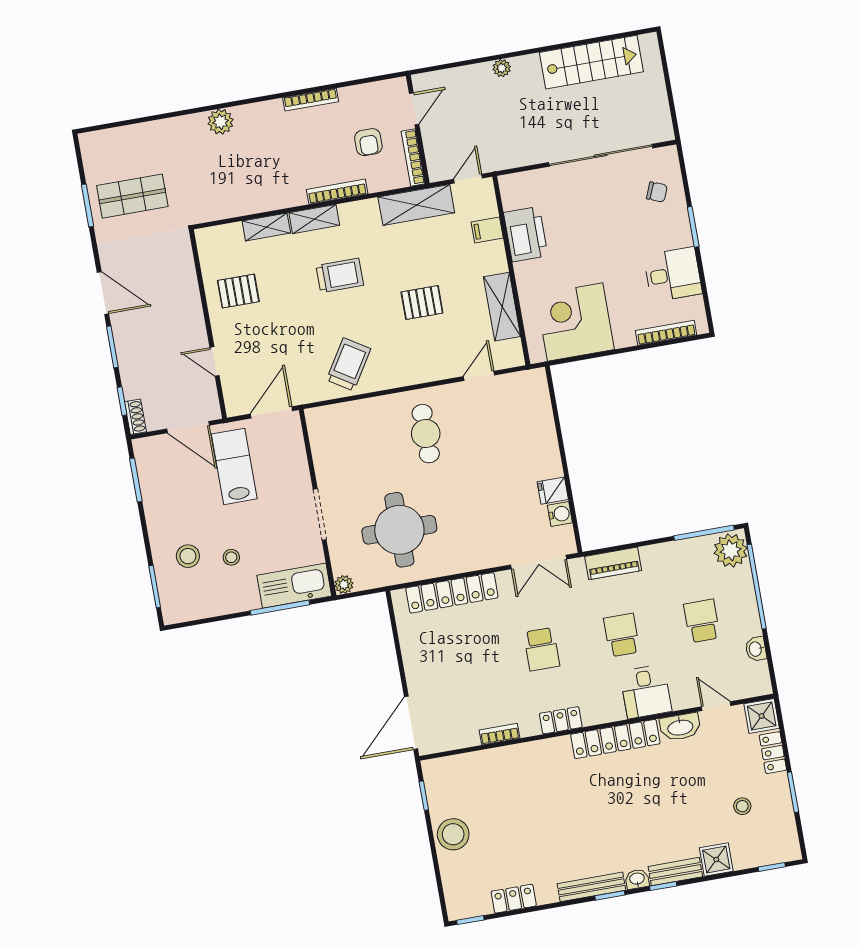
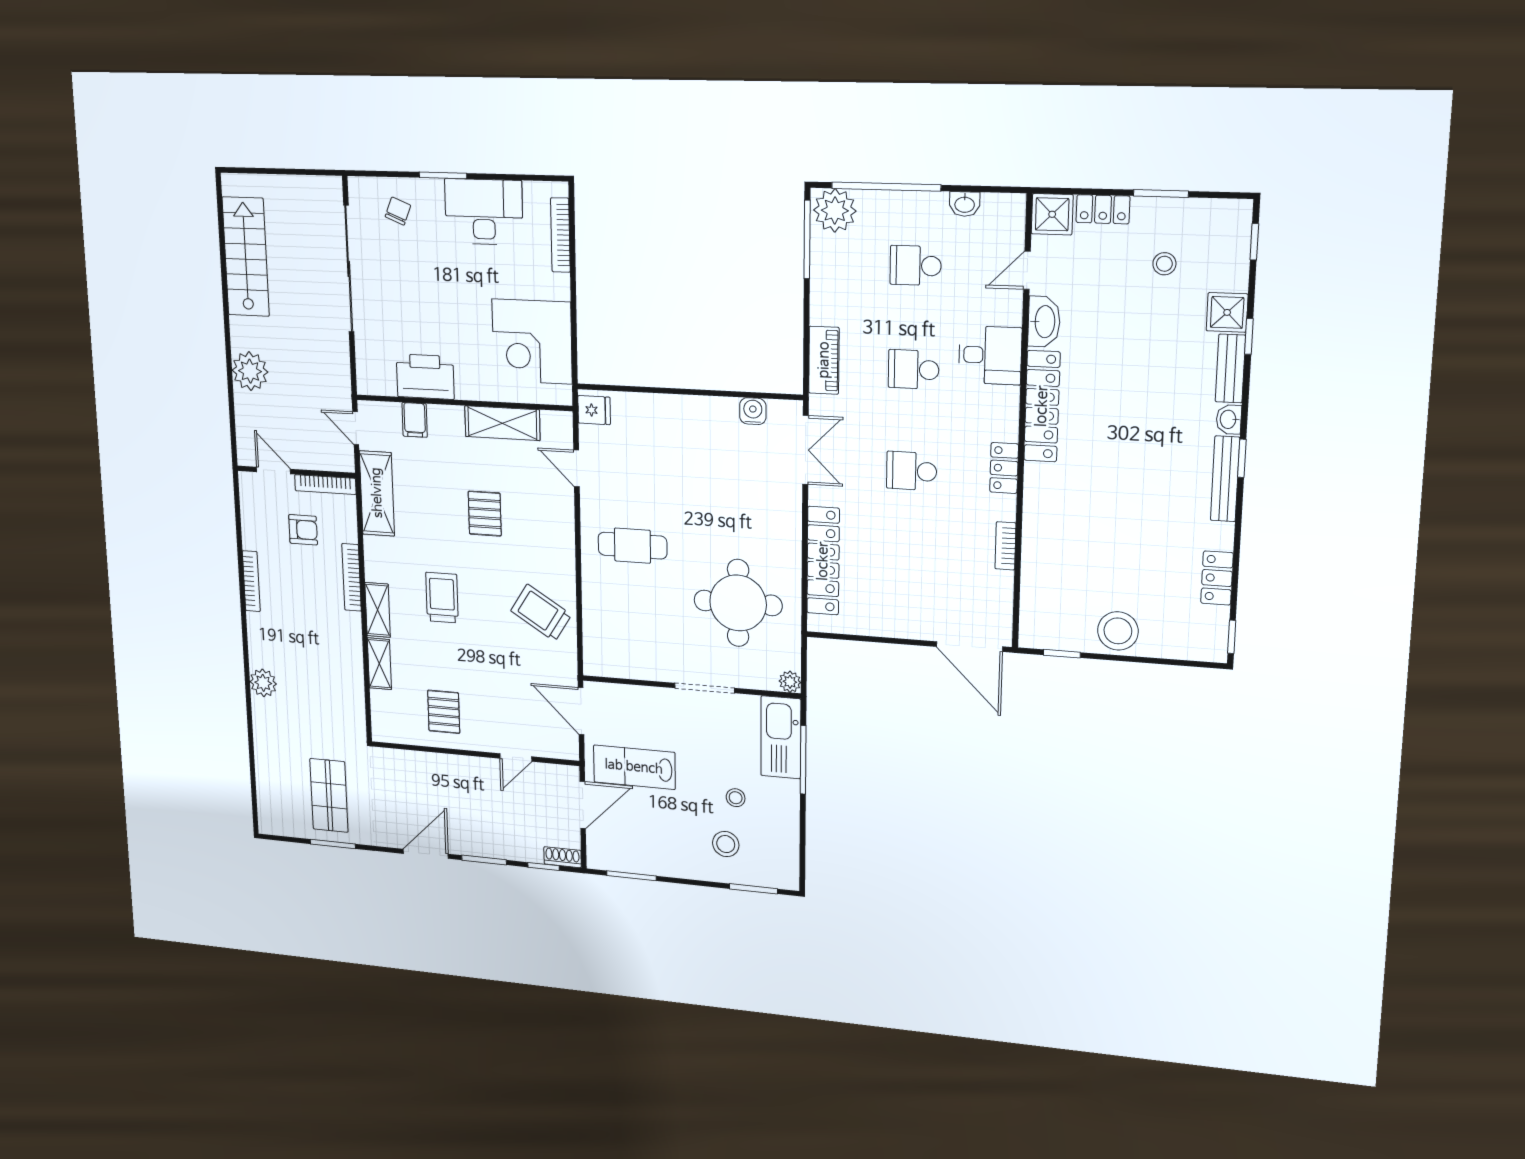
plant: (502, 68) -> (250, 371), width x1.88, depth x1.88
desk: (673, 274) -> (484, 212), width x1.37
fridge: (553, 491) -> (594, 410), moved, turned -90
school desk: (542, 649) -> (912, 471), turned 180
window: (663, 886) -> (1249, 336), moved

